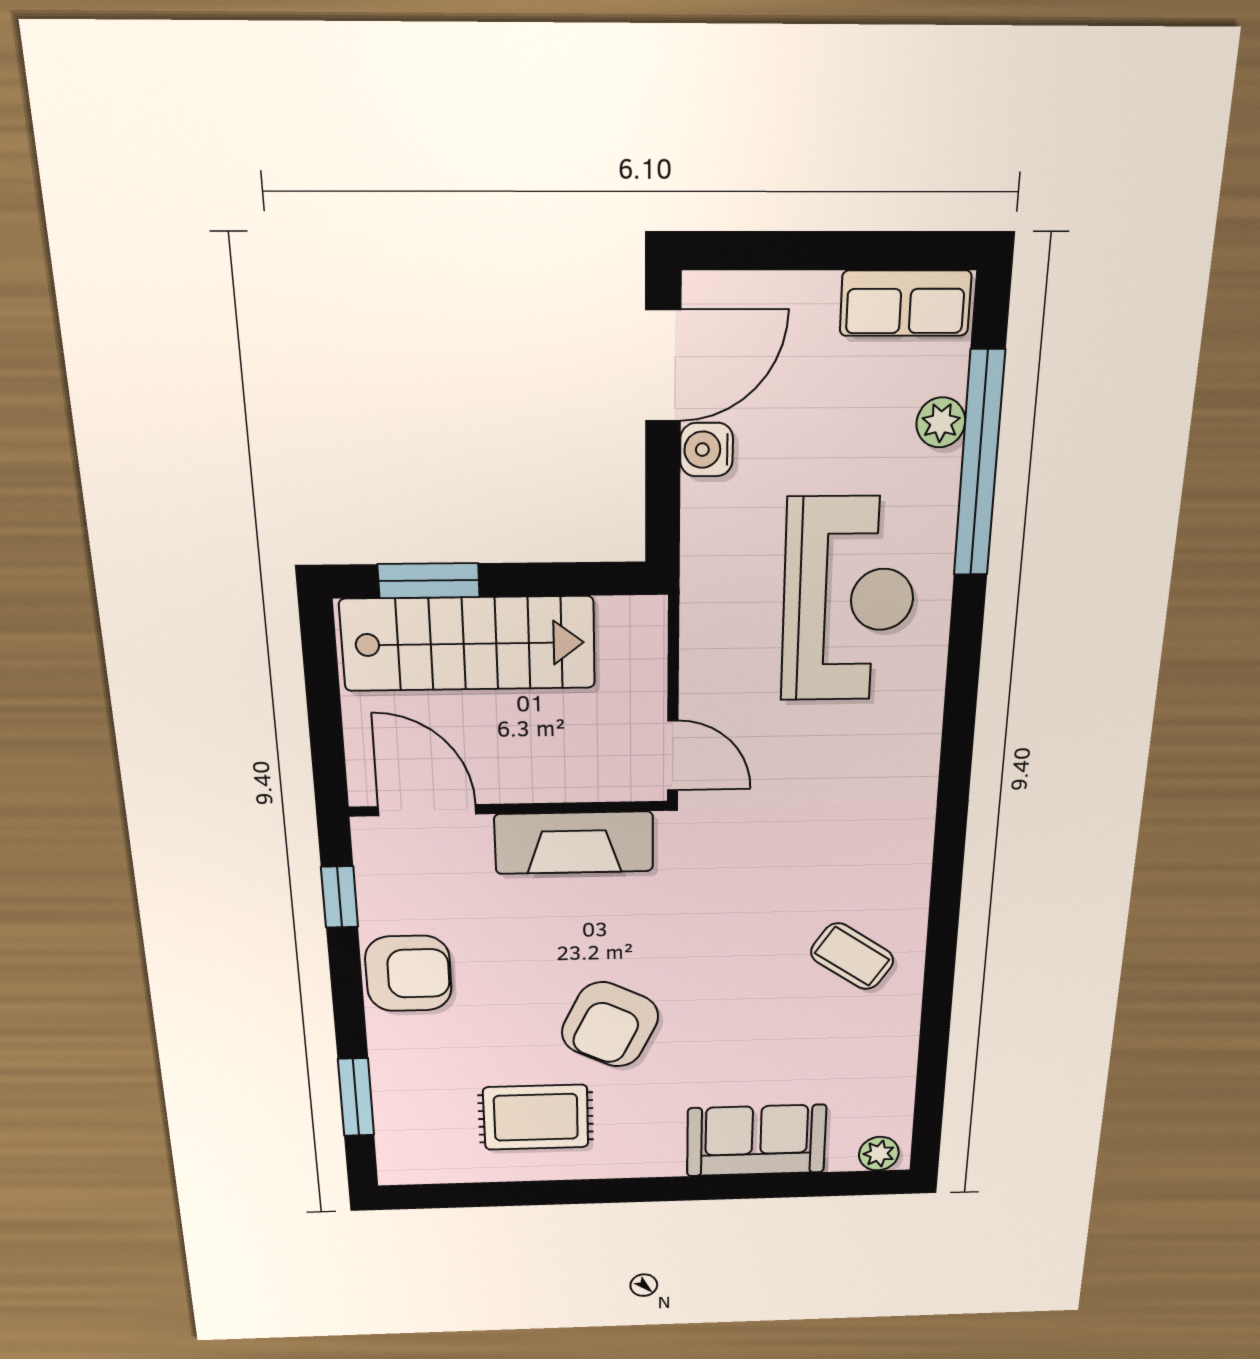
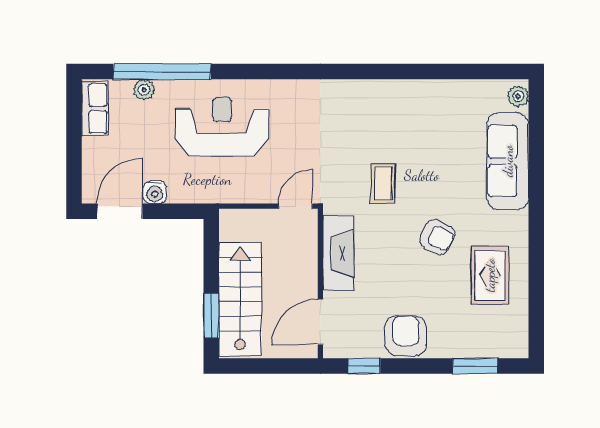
door: (663, 366) -> (120, 211), hinge flipped
coffee table: (852, 956) -> (383, 183), moved, turned -34
armchair: (610, 1024) -> (437, 237), width x0.72, depth x0.72
sofa: (756, 1140) -> (508, 161), width x1.36

